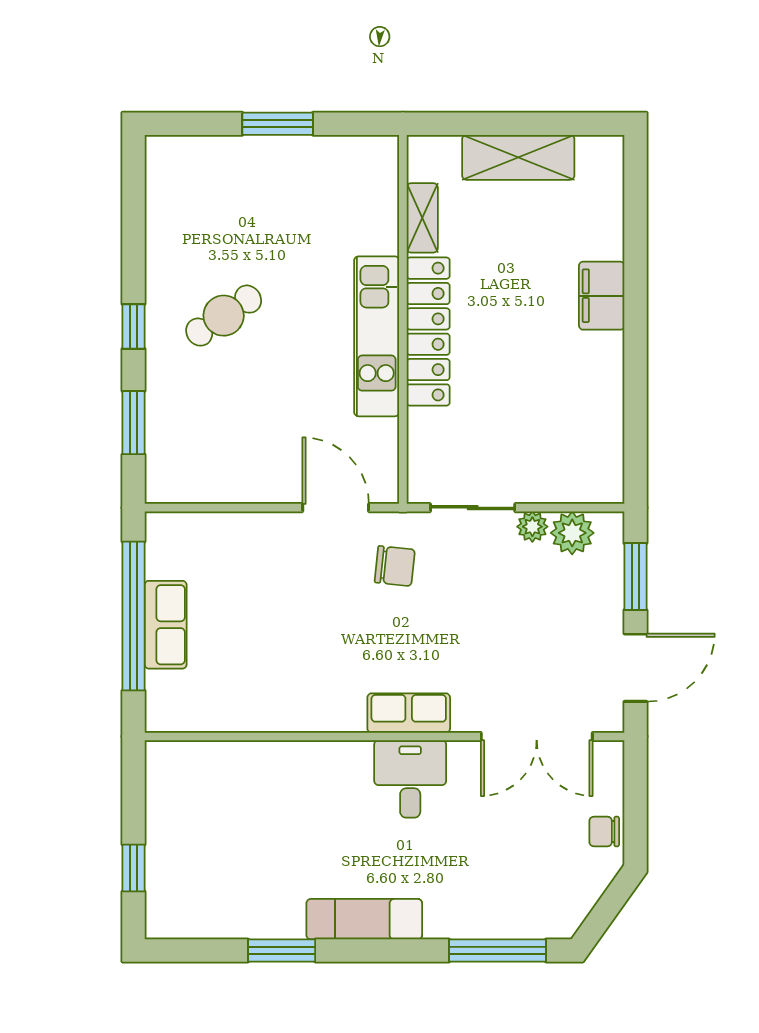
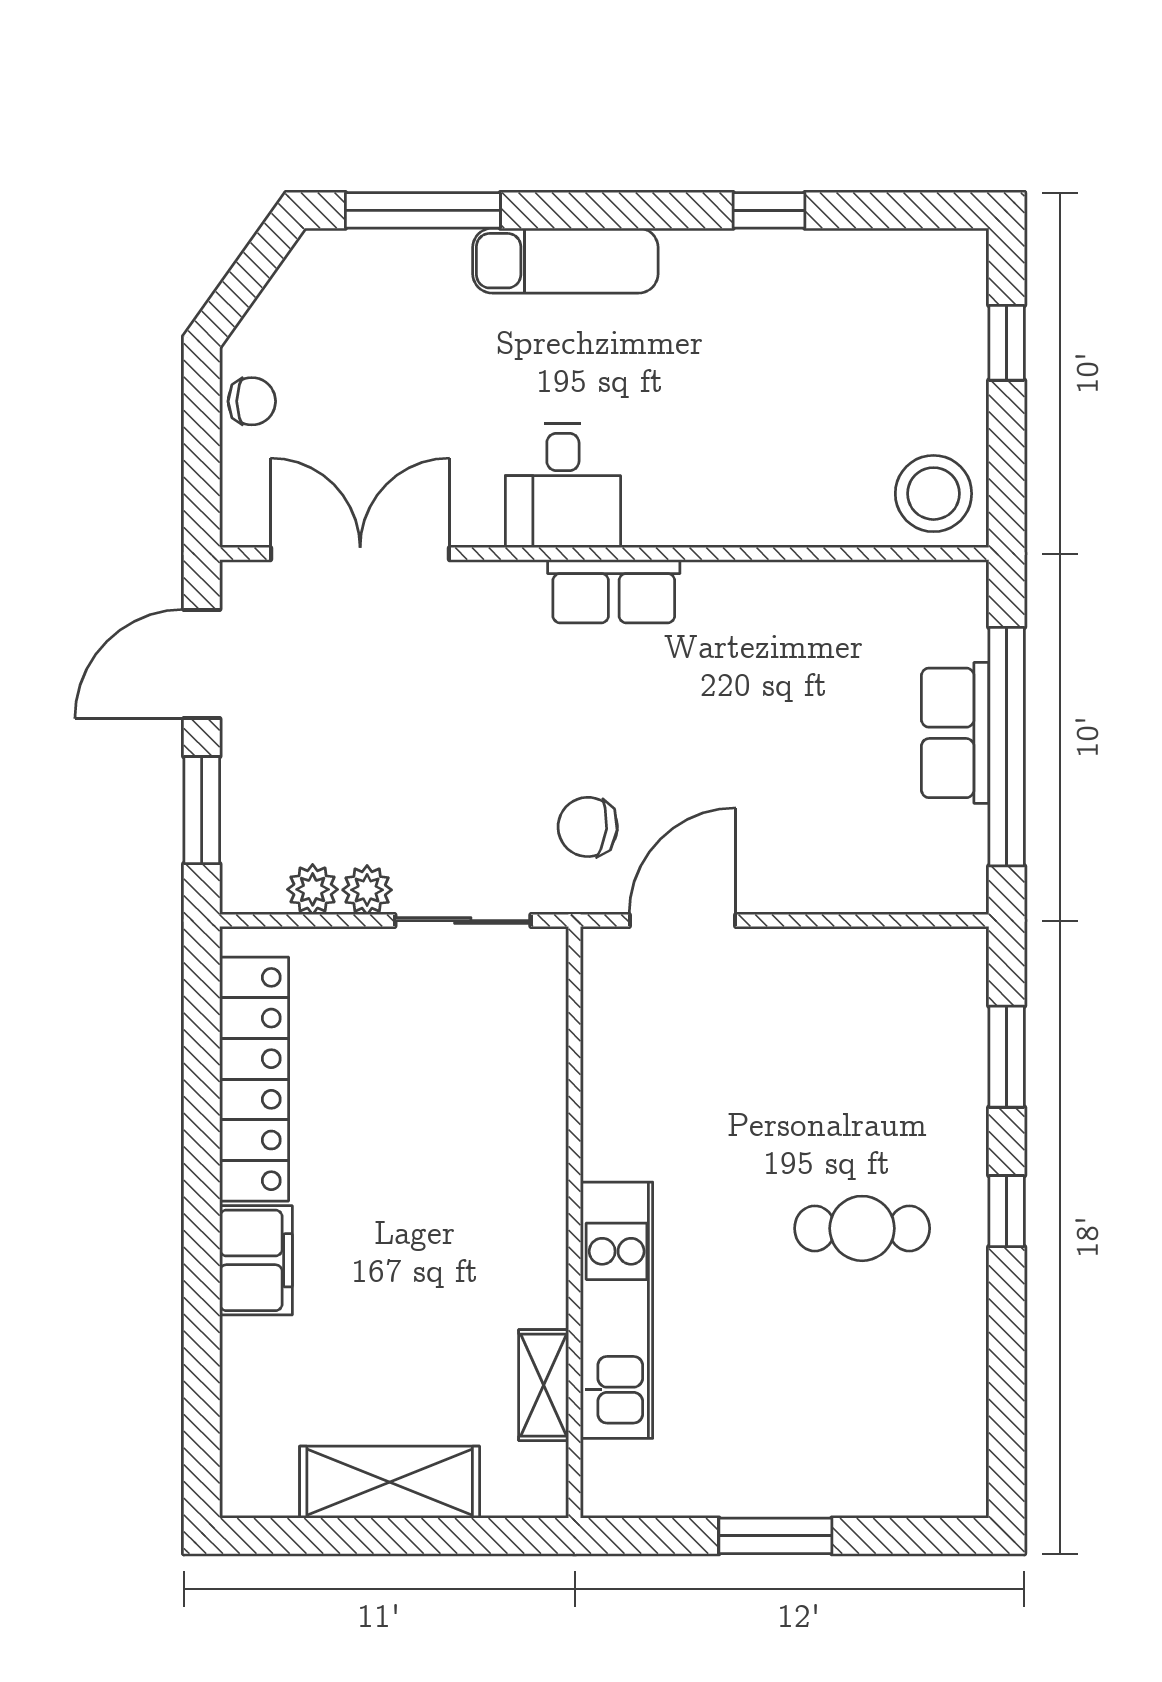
cafe table: (224, 316) -> (862, 1228), turned 34
locker: (428, 332) -> (254, 1079), moved, turned 180
kitchen unit: (377, 336) -> (617, 1310), moved
door: (336, 508) -> (682, 921), swing flipped
plant: (572, 533) -> (313, 889), width x0.73, depth x0.73
row of seats: (409, 713) -> (614, 591), moved
stool: (179, 774) -> (933, 494), added
exam couch: (364, 919) -> (565, 261), moved
window: (282, 951) -> (769, 210), width x0.67

